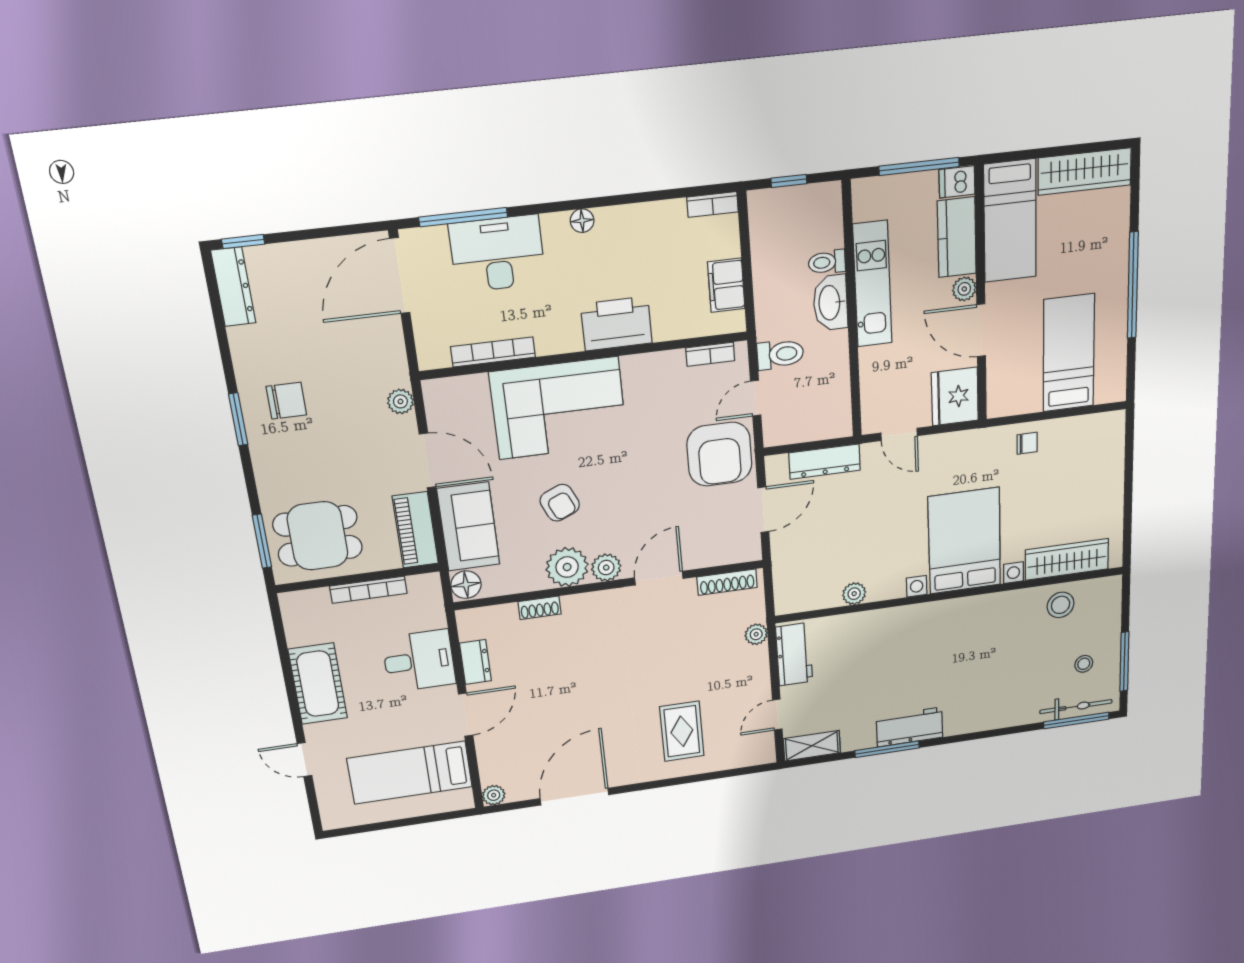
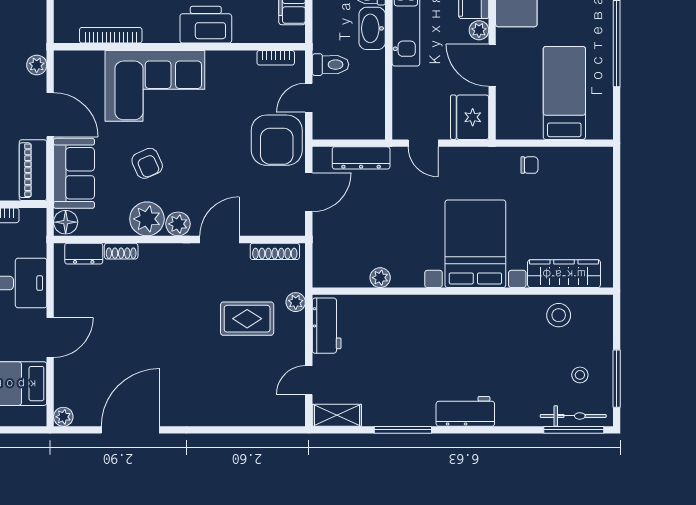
dresser: (475, 662) -> (84, 254), moved, turned 90
workbench: (910, 727) -> (465, 411), moved
rug: (682, 731) -> (247, 319), moved, turned 90

